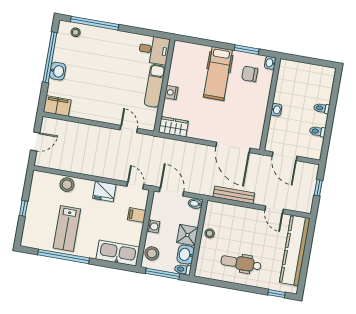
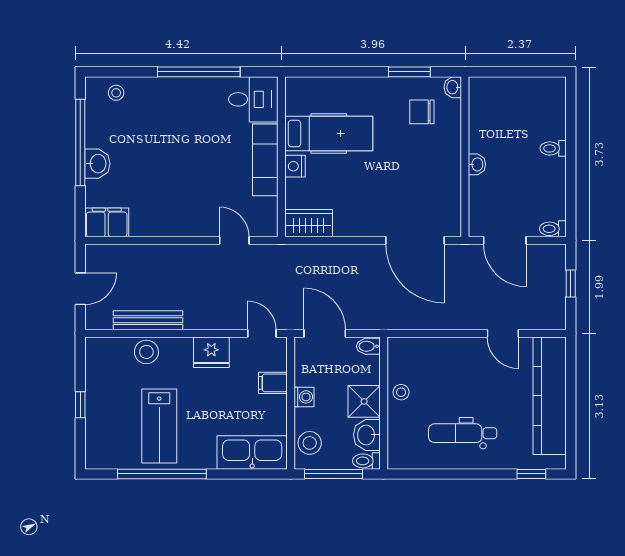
window: (95, 23) -> (199, 72), moved
hospital bed: (218, 73) -> (329, 134), moved, turned -90
toilet: (317, 131) -> (553, 229), moved
bench: (234, 195) -> (148, 320), moved

